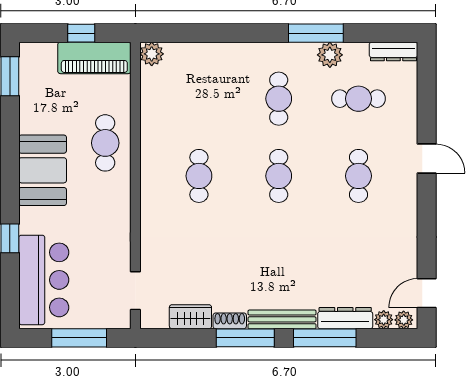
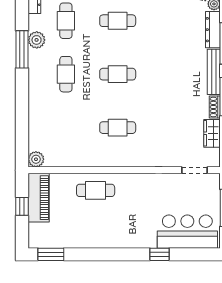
cafe table: (279, 99) -> (66, 74), turned 90
booth: (43, 170) -> (114, 232), removed

